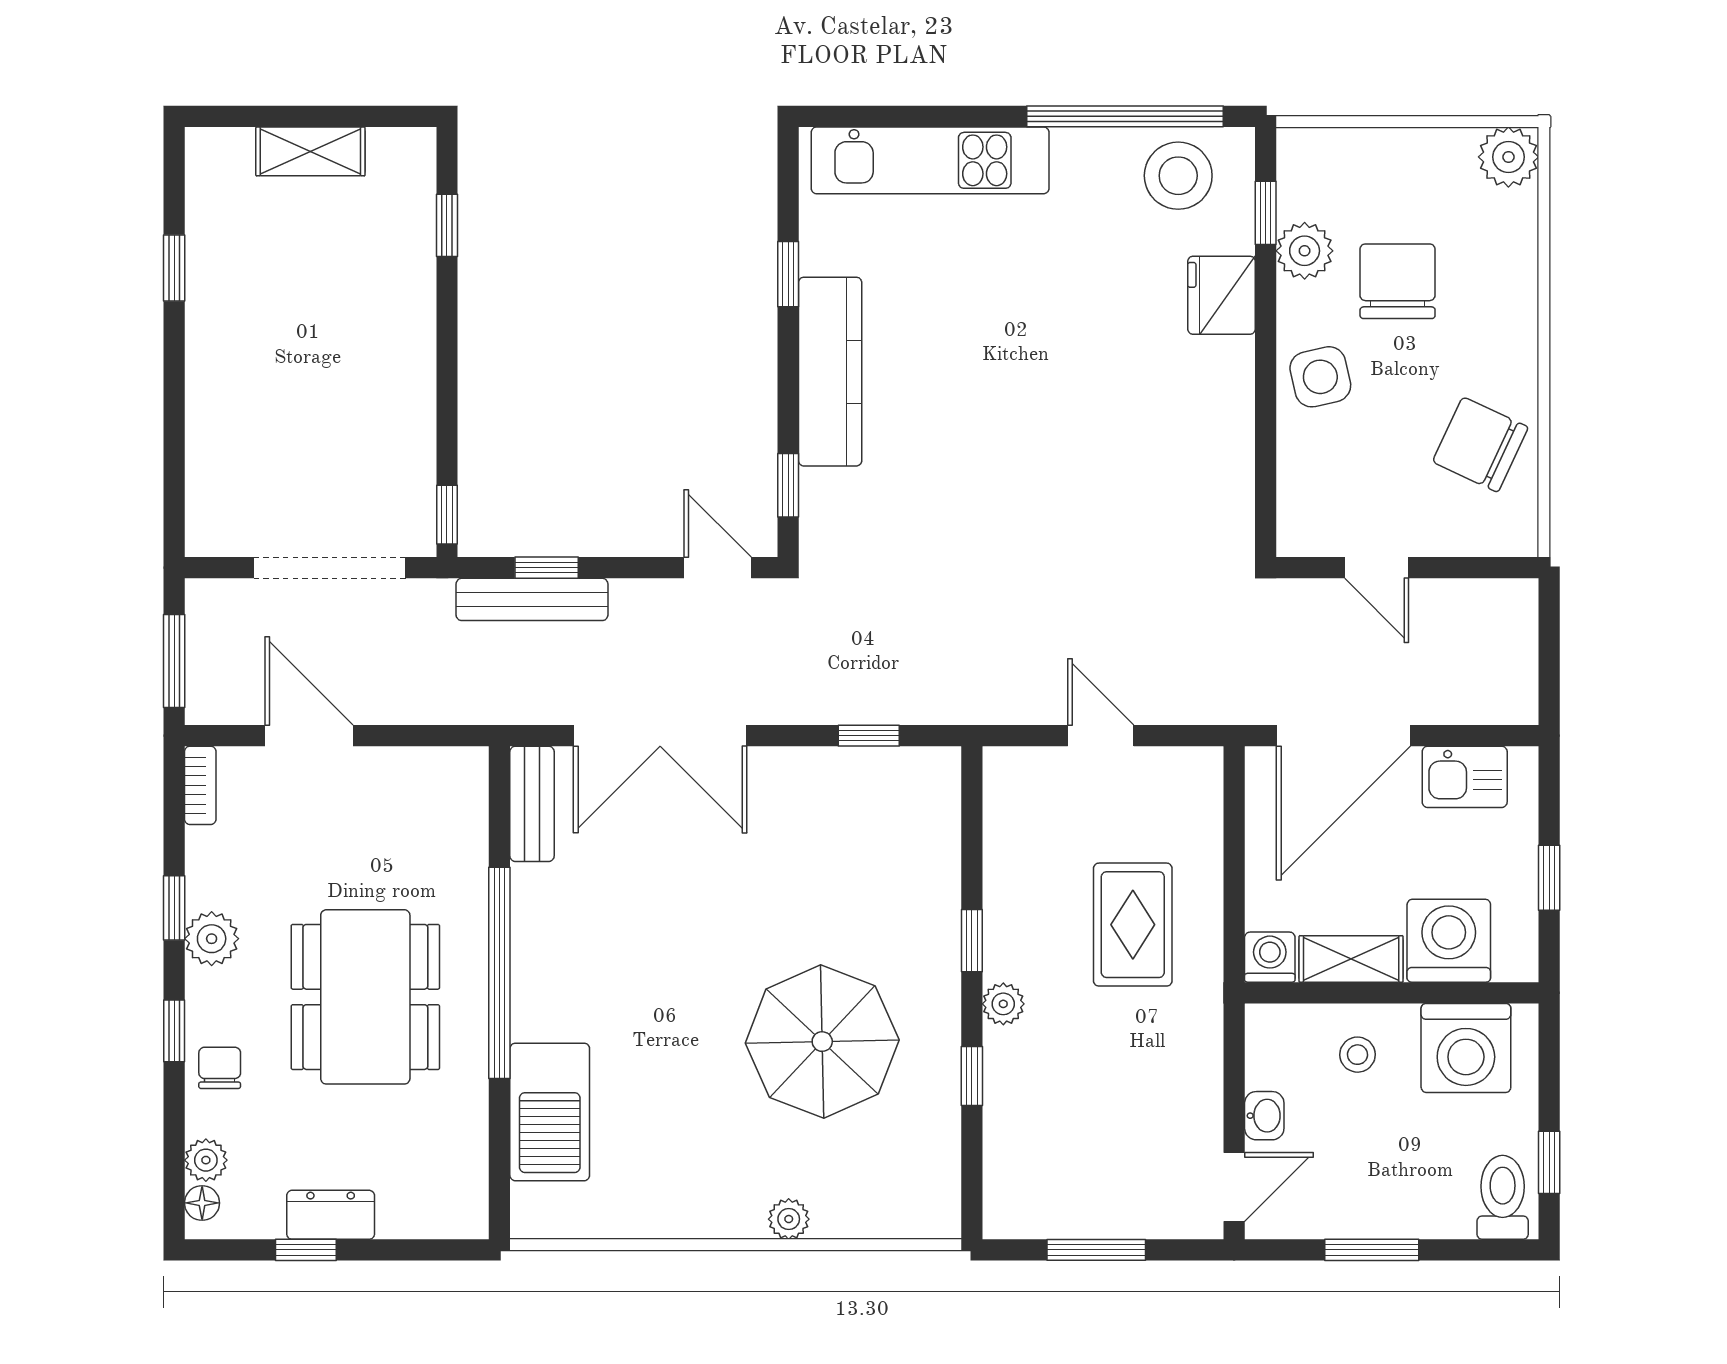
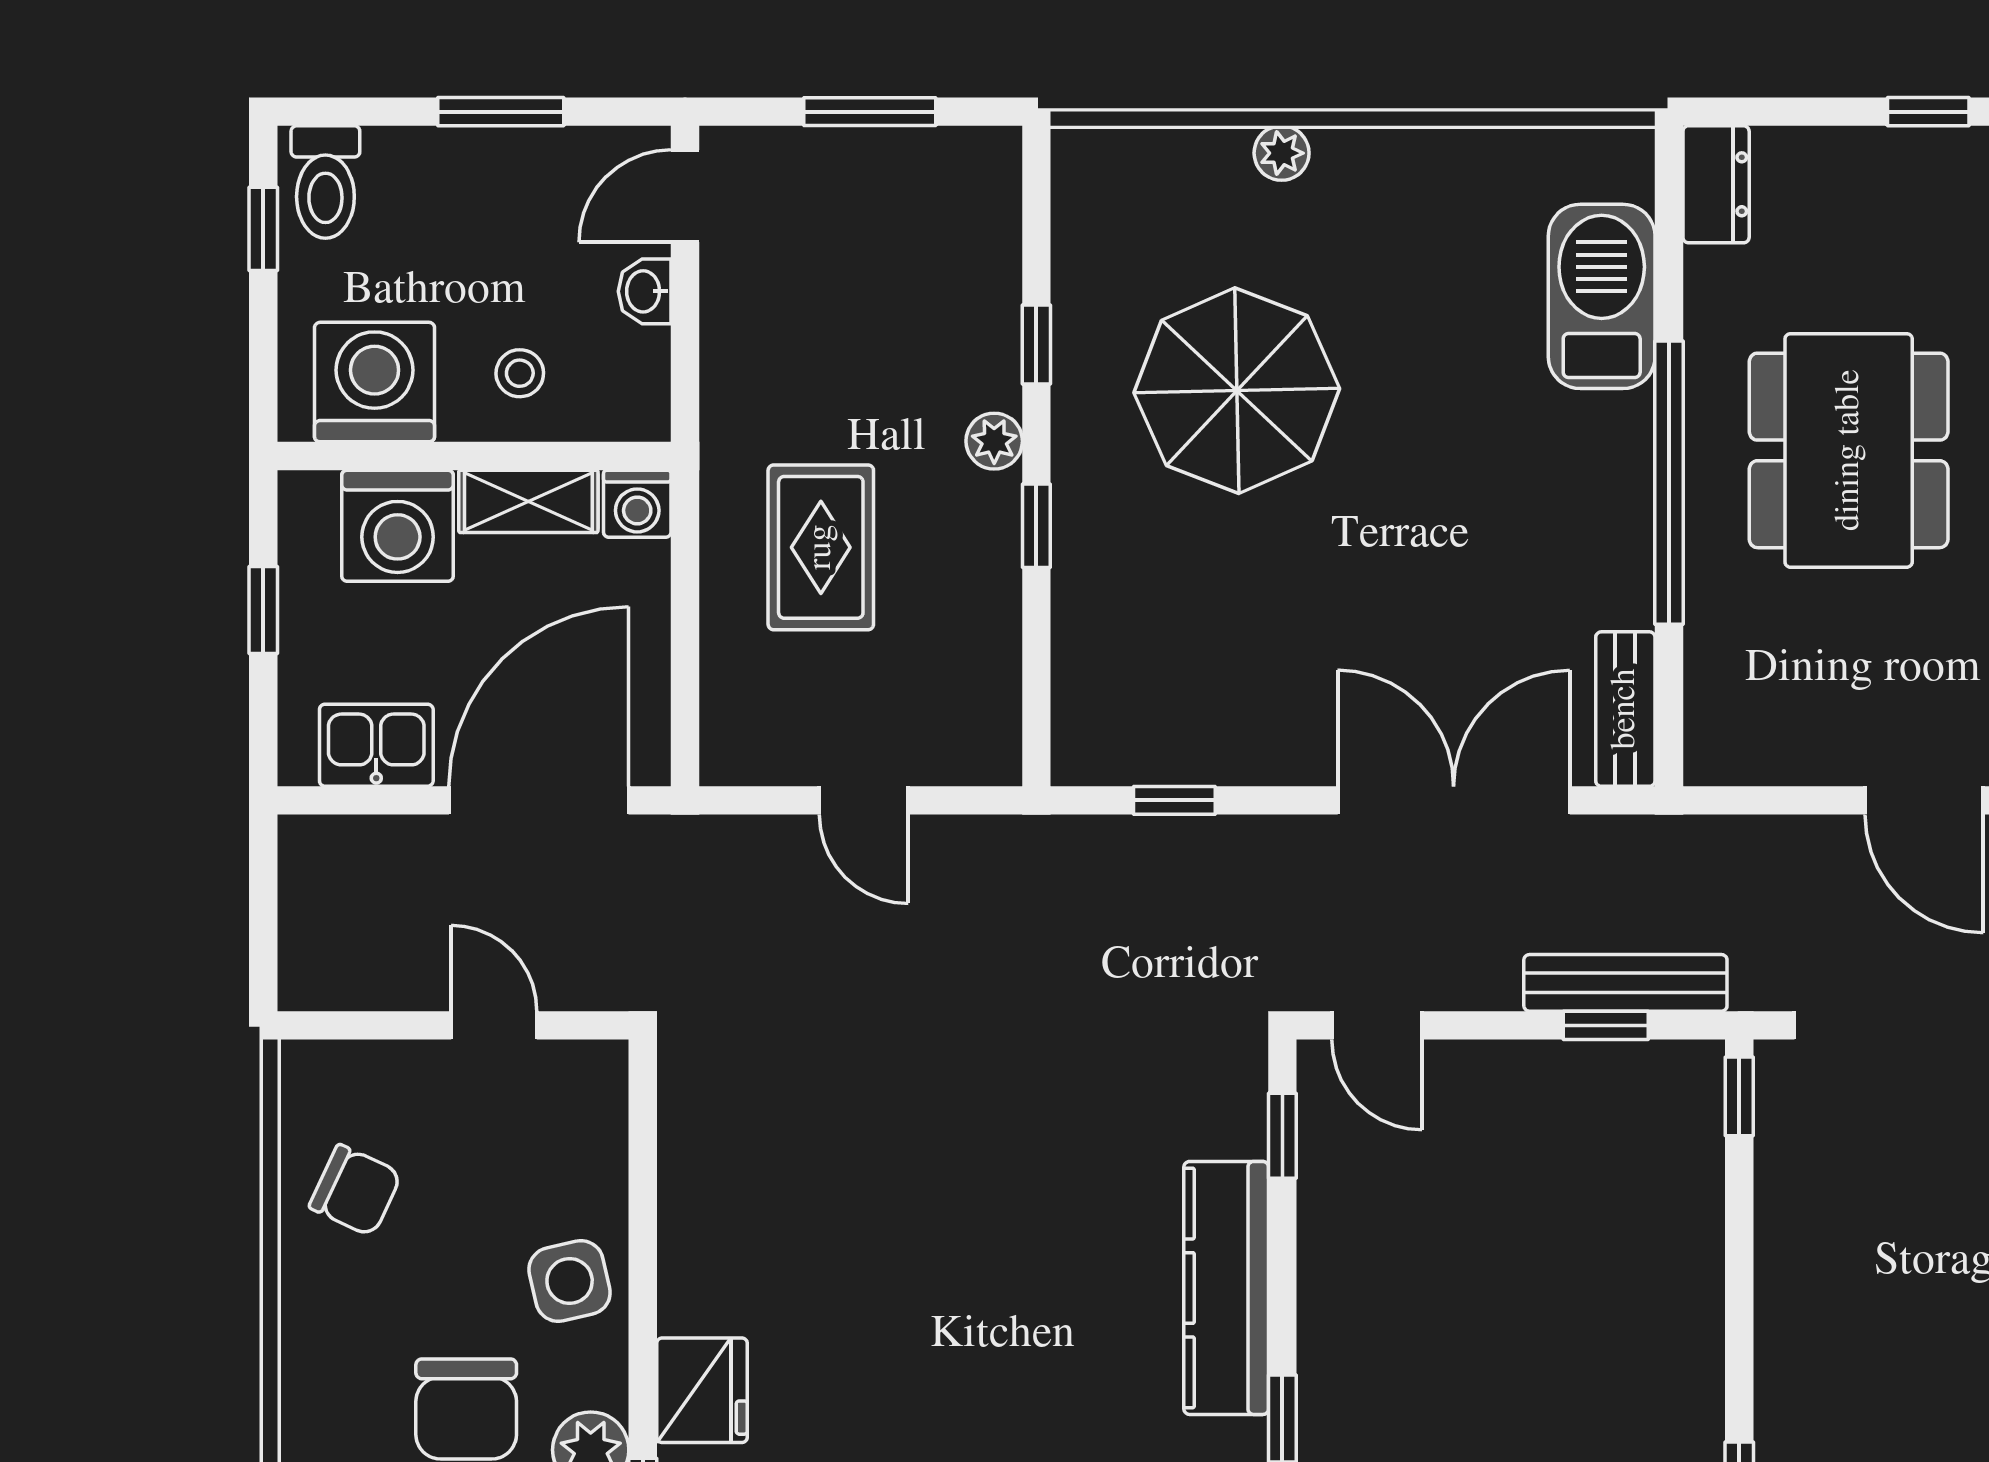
chair: (1480, 445) -> (355, 1190), width x0.73, depth x0.73
dresser: (331, 1215) -> (1716, 184), moved, turned -90

